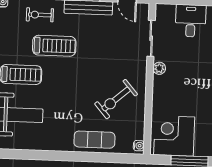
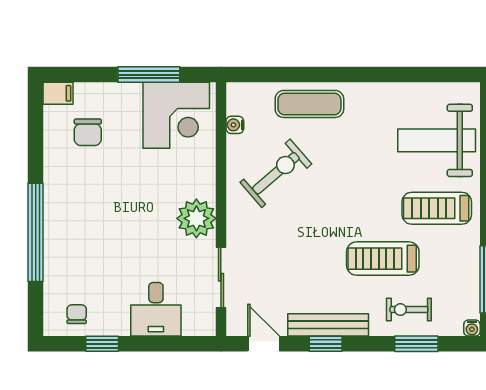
exercise bike: (40, 15) -> (409, 310), turned 180
plant: (159, 68) -> (196, 218), width x1.88, depth x1.88
water cooler: (139, 146) -> (235, 125), moved

